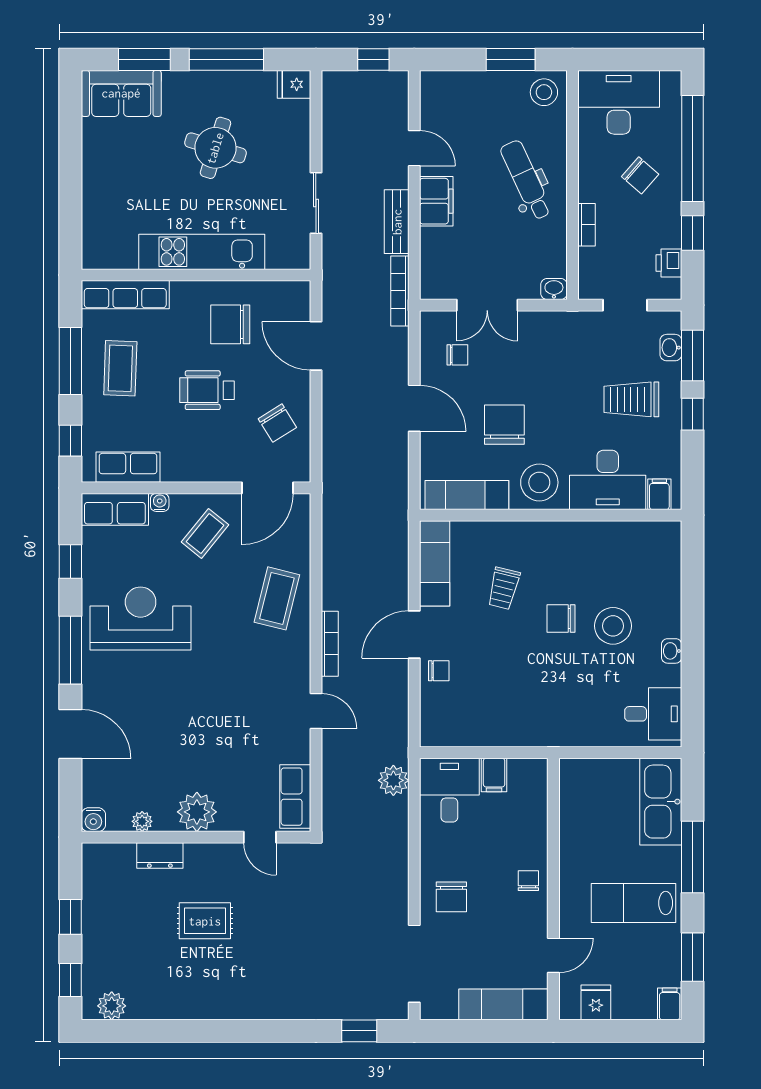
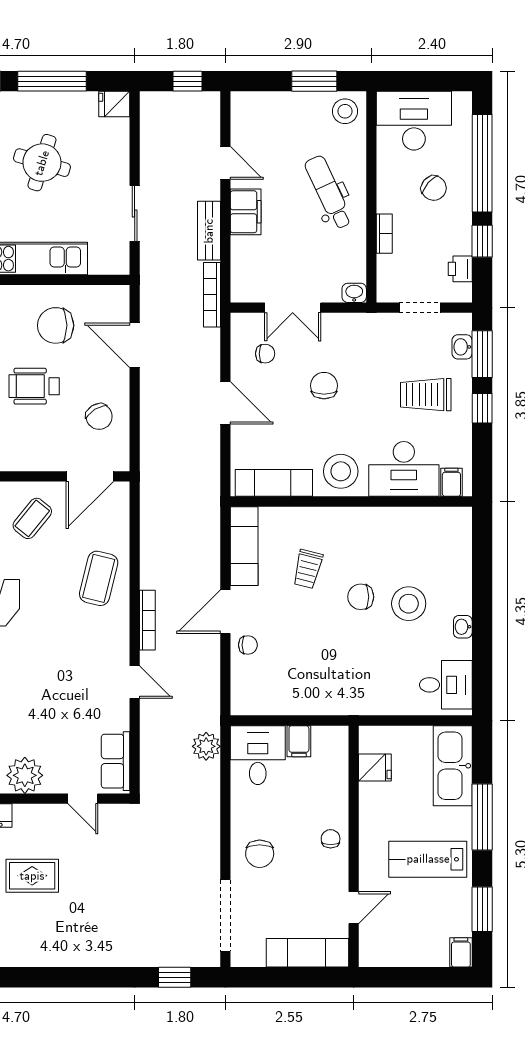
chair: (504, 425) -> (324, 386), moved, width x0.73, depth x0.73
fridge: (596, 1002) -> (375, 767), moved, turned 90

